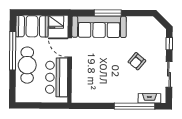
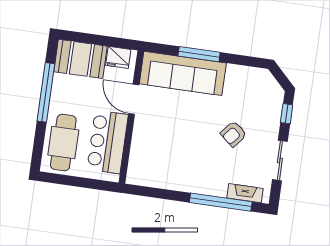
cafe table: (27, 65) -> (63, 142), moved

